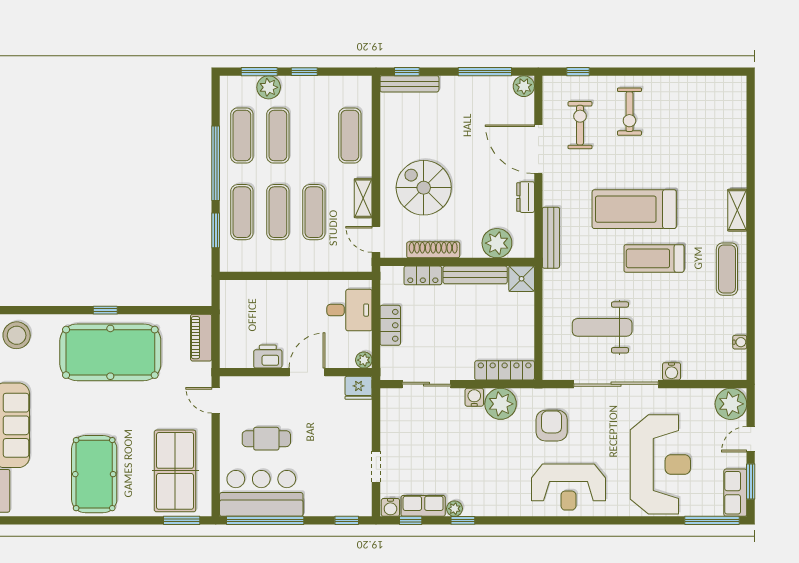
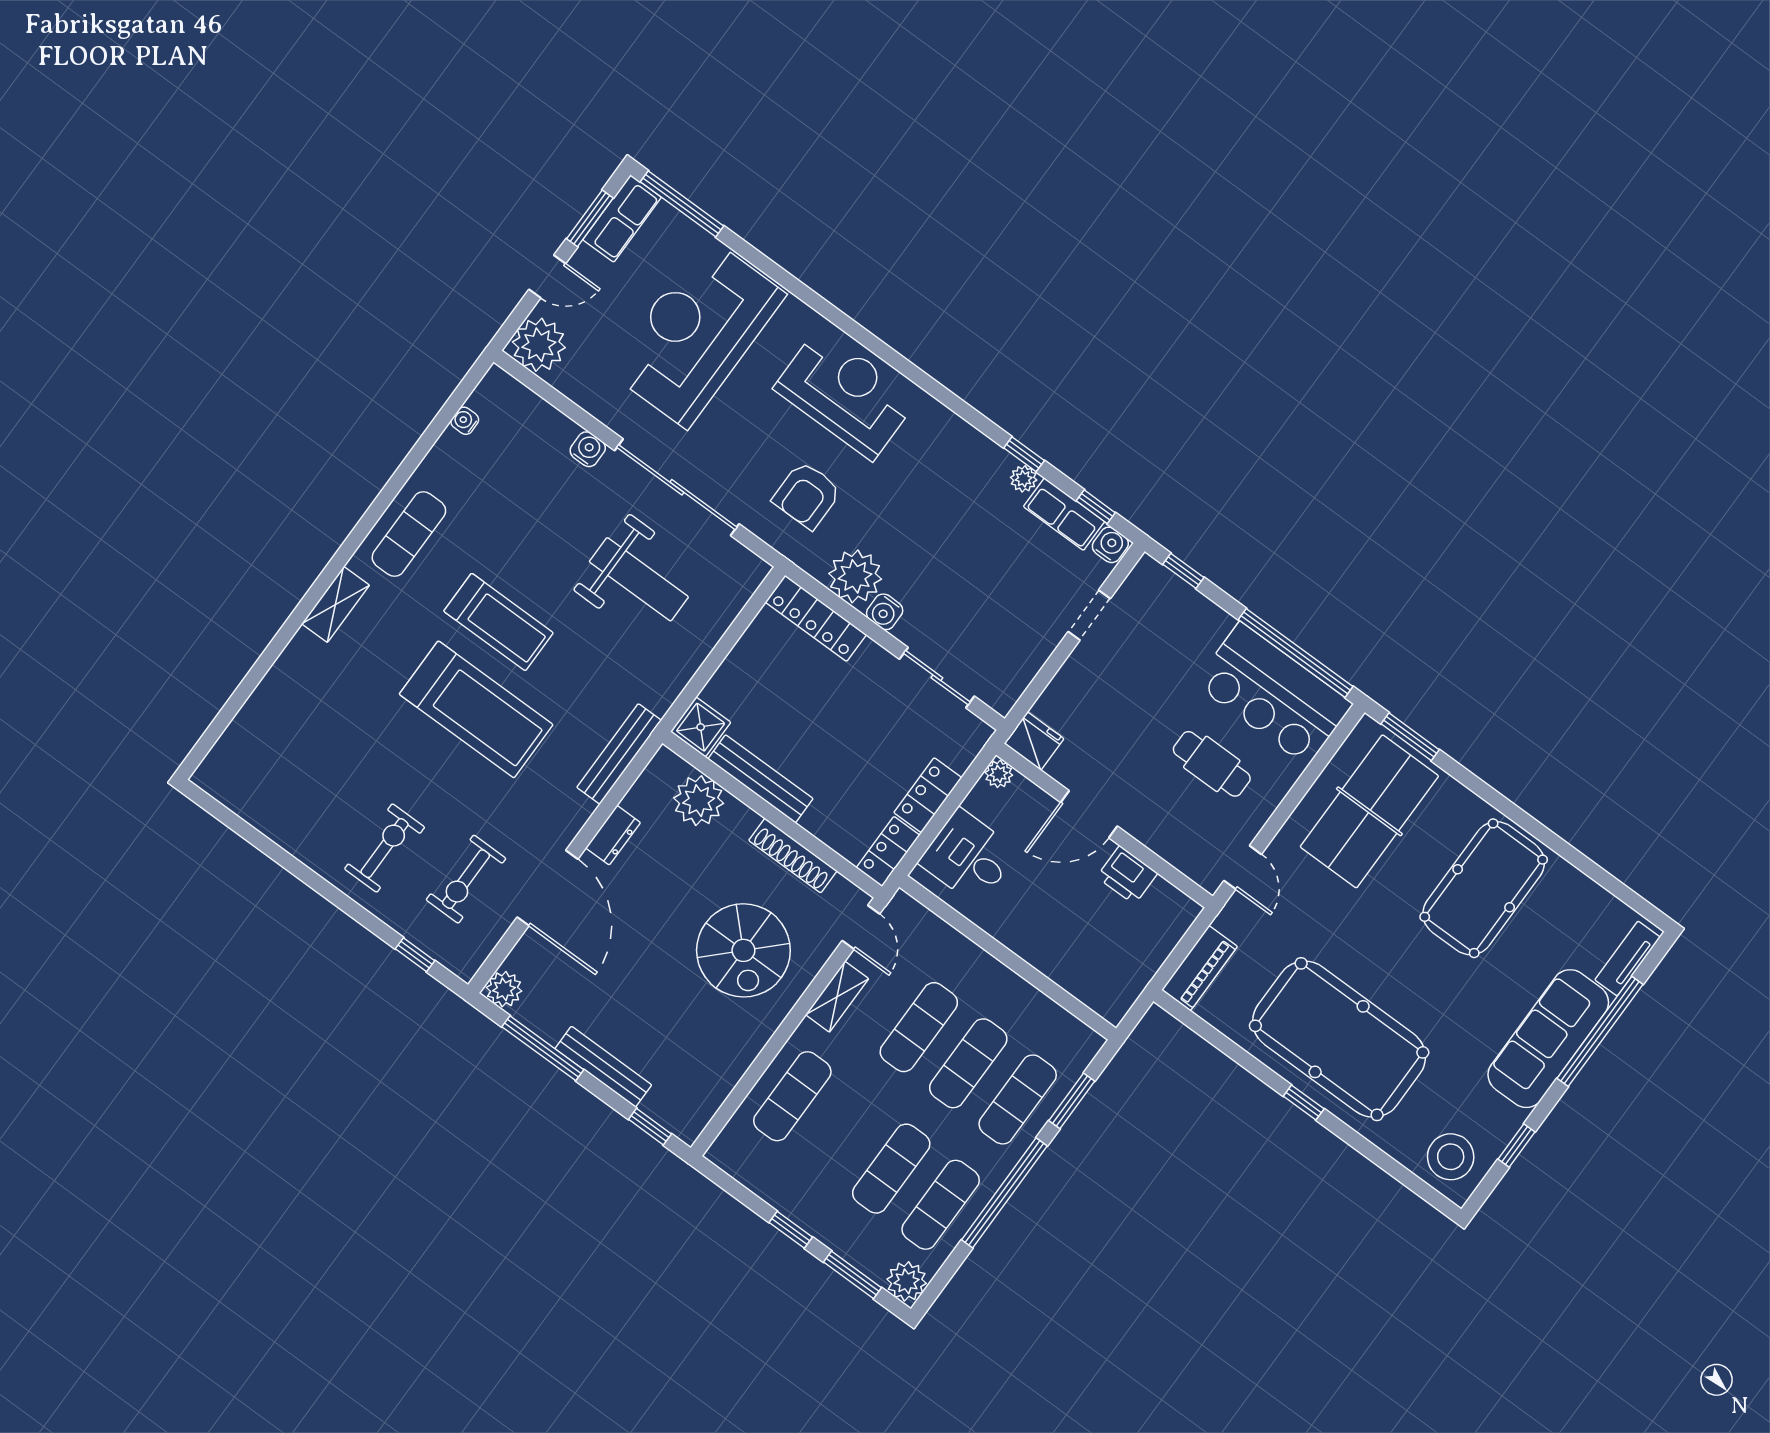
bench: (409, 84) -> (603, 1067), moved
plant: (269, 87) -> (907, 1281), moved
locker: (423, 275) -> (888, 851), moved, turned -90

